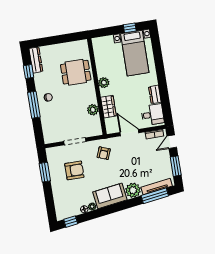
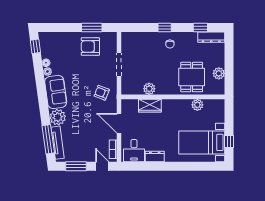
plant: (68, 48) -> (219, 73), added
plant: (104, 83) -> (197, 105), moved
window: (34, 105) -> (165, 28), width x0.46
door: (129, 133) -> (119, 123), swing flipped
armchair: (74, 170) -> (90, 46), moved, turned 90

